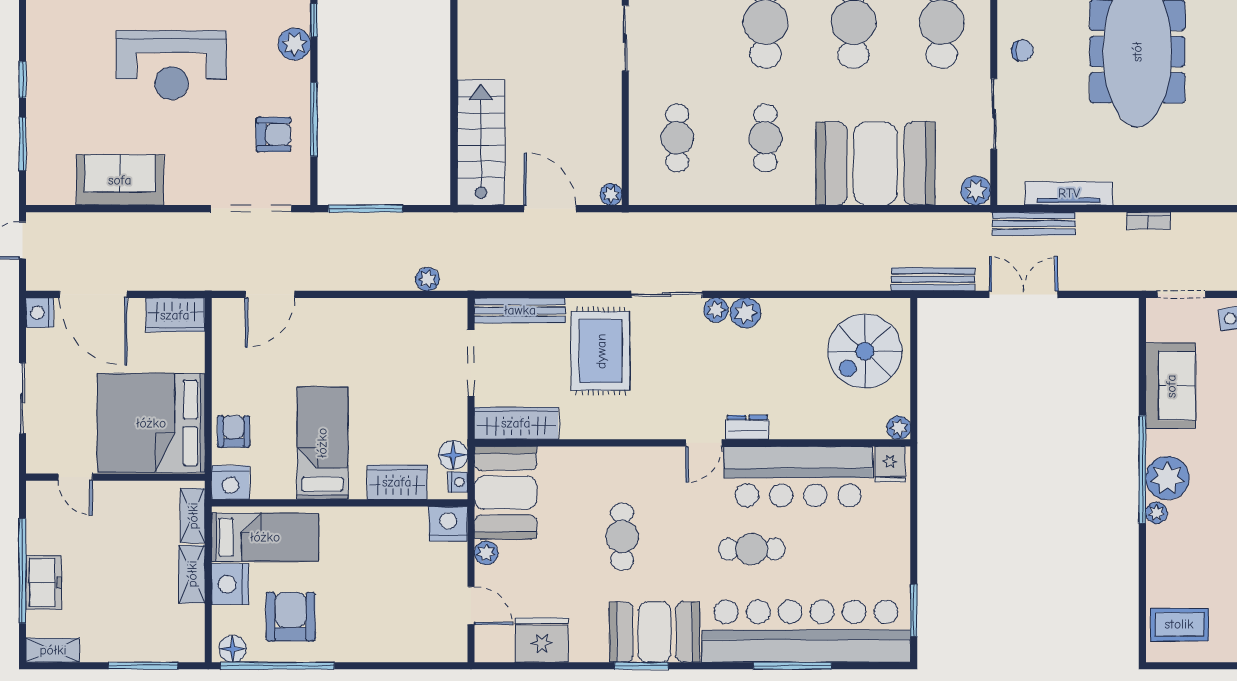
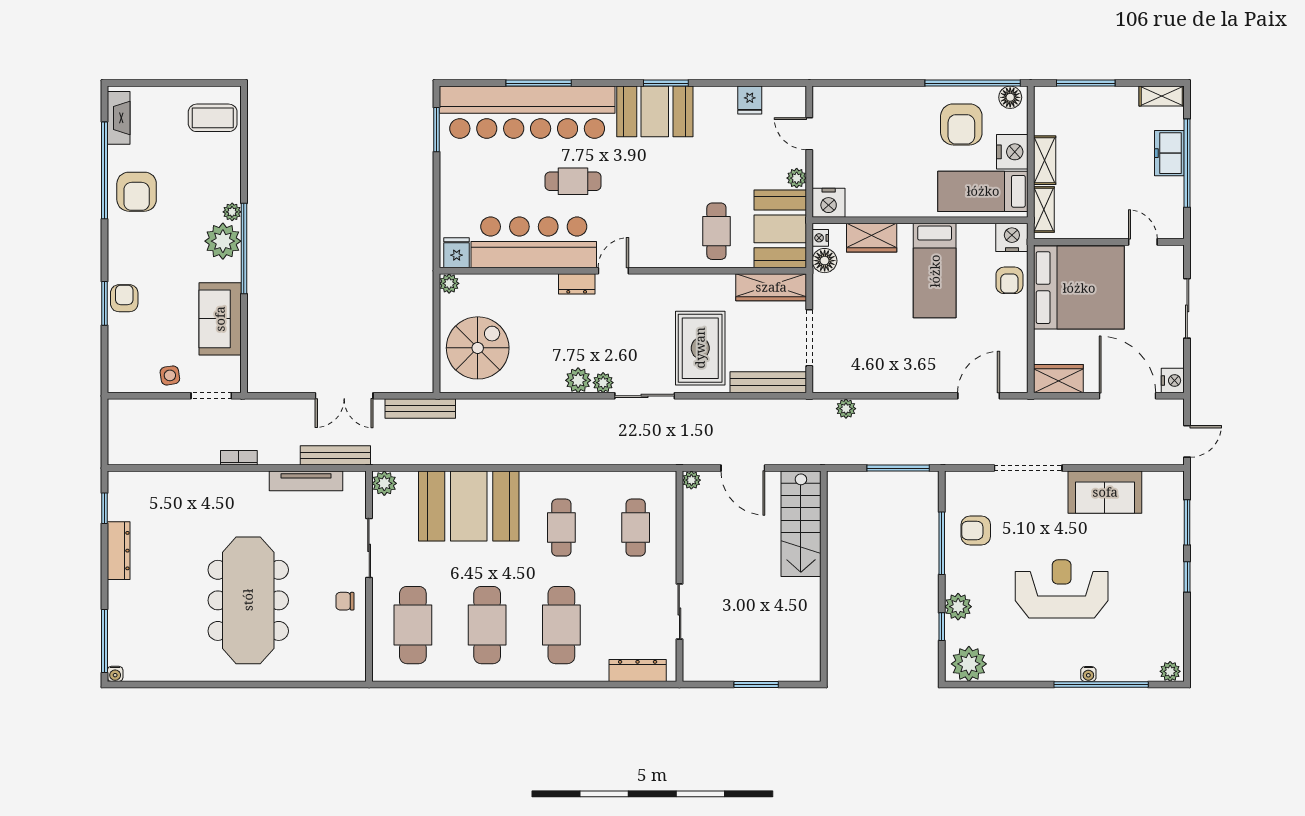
doorway: (251, 209) -> (1028, 468), moved
cafe table: (622, 536) -> (716, 231), moved
fridge: (542, 640) -> (750, 100), width x0.53, depth x0.75

